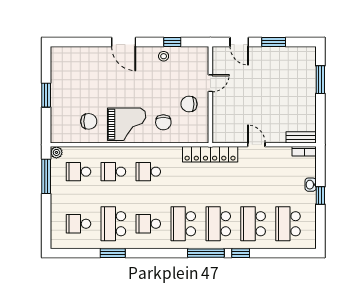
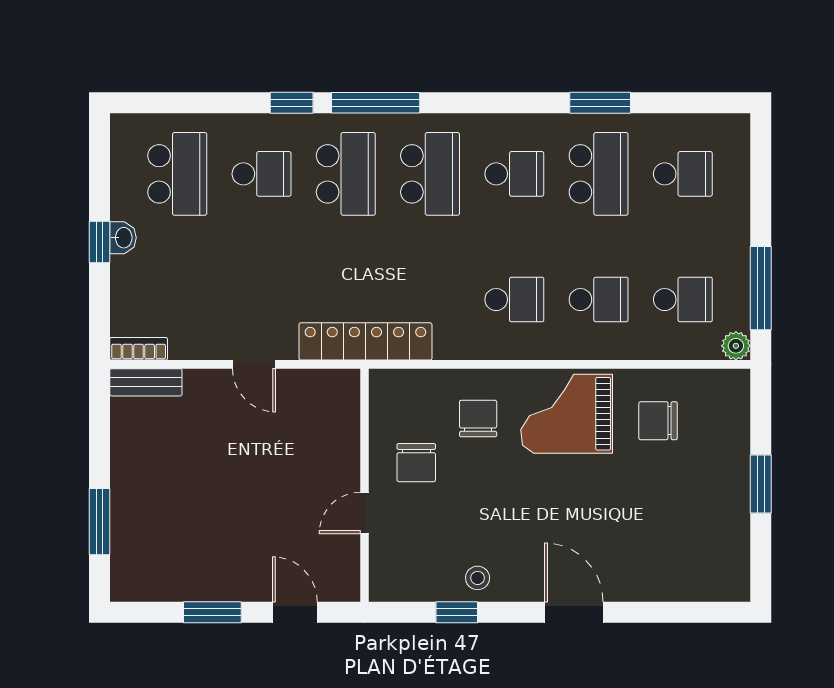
chair: (189, 104) -> (416, 463), turned 90
washbasin: (311, 185) -> (123, 238), moved
school desk: (253, 224) -> (262, 174), width x0.54

